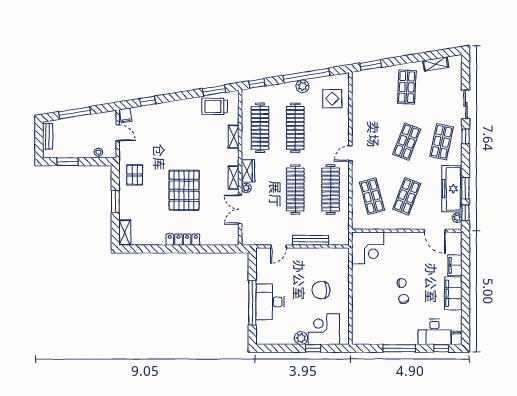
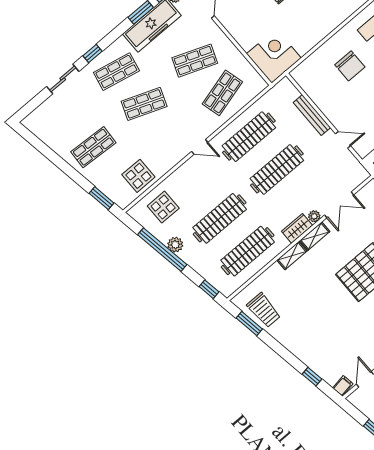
shelving: (436, 64) -> (49, 139), removed
display table: (365, 100) -> (138, 176), added
shelving: (234, 137) -> (292, 256), moved

